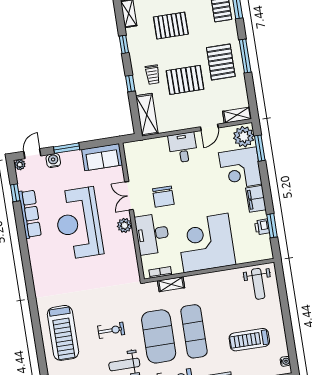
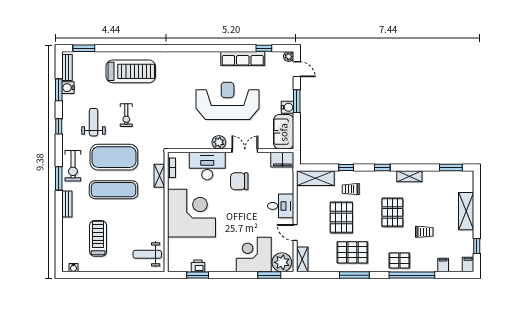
water cooler: (53, 161) -> (288, 107), moved
filing cabinet: (256, 199) -> (282, 160), moved, turned 180
treadmill: (63, 333) -> (131, 71), turned 180

